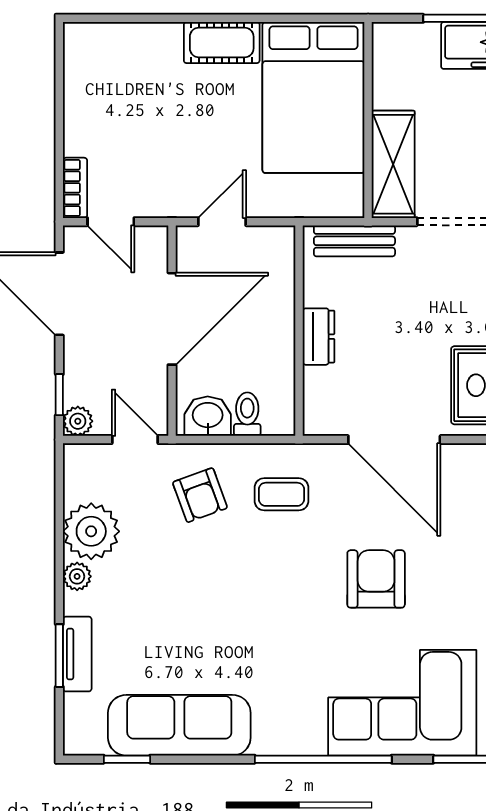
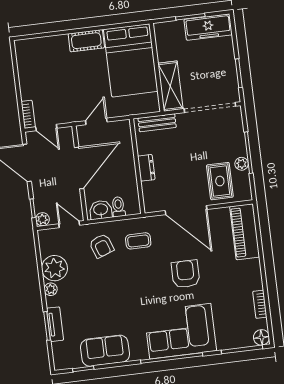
corner sofa: (402, 703) -> (180, 331), moved
sofa: (179, 725) -> (105, 351), width x0.73

